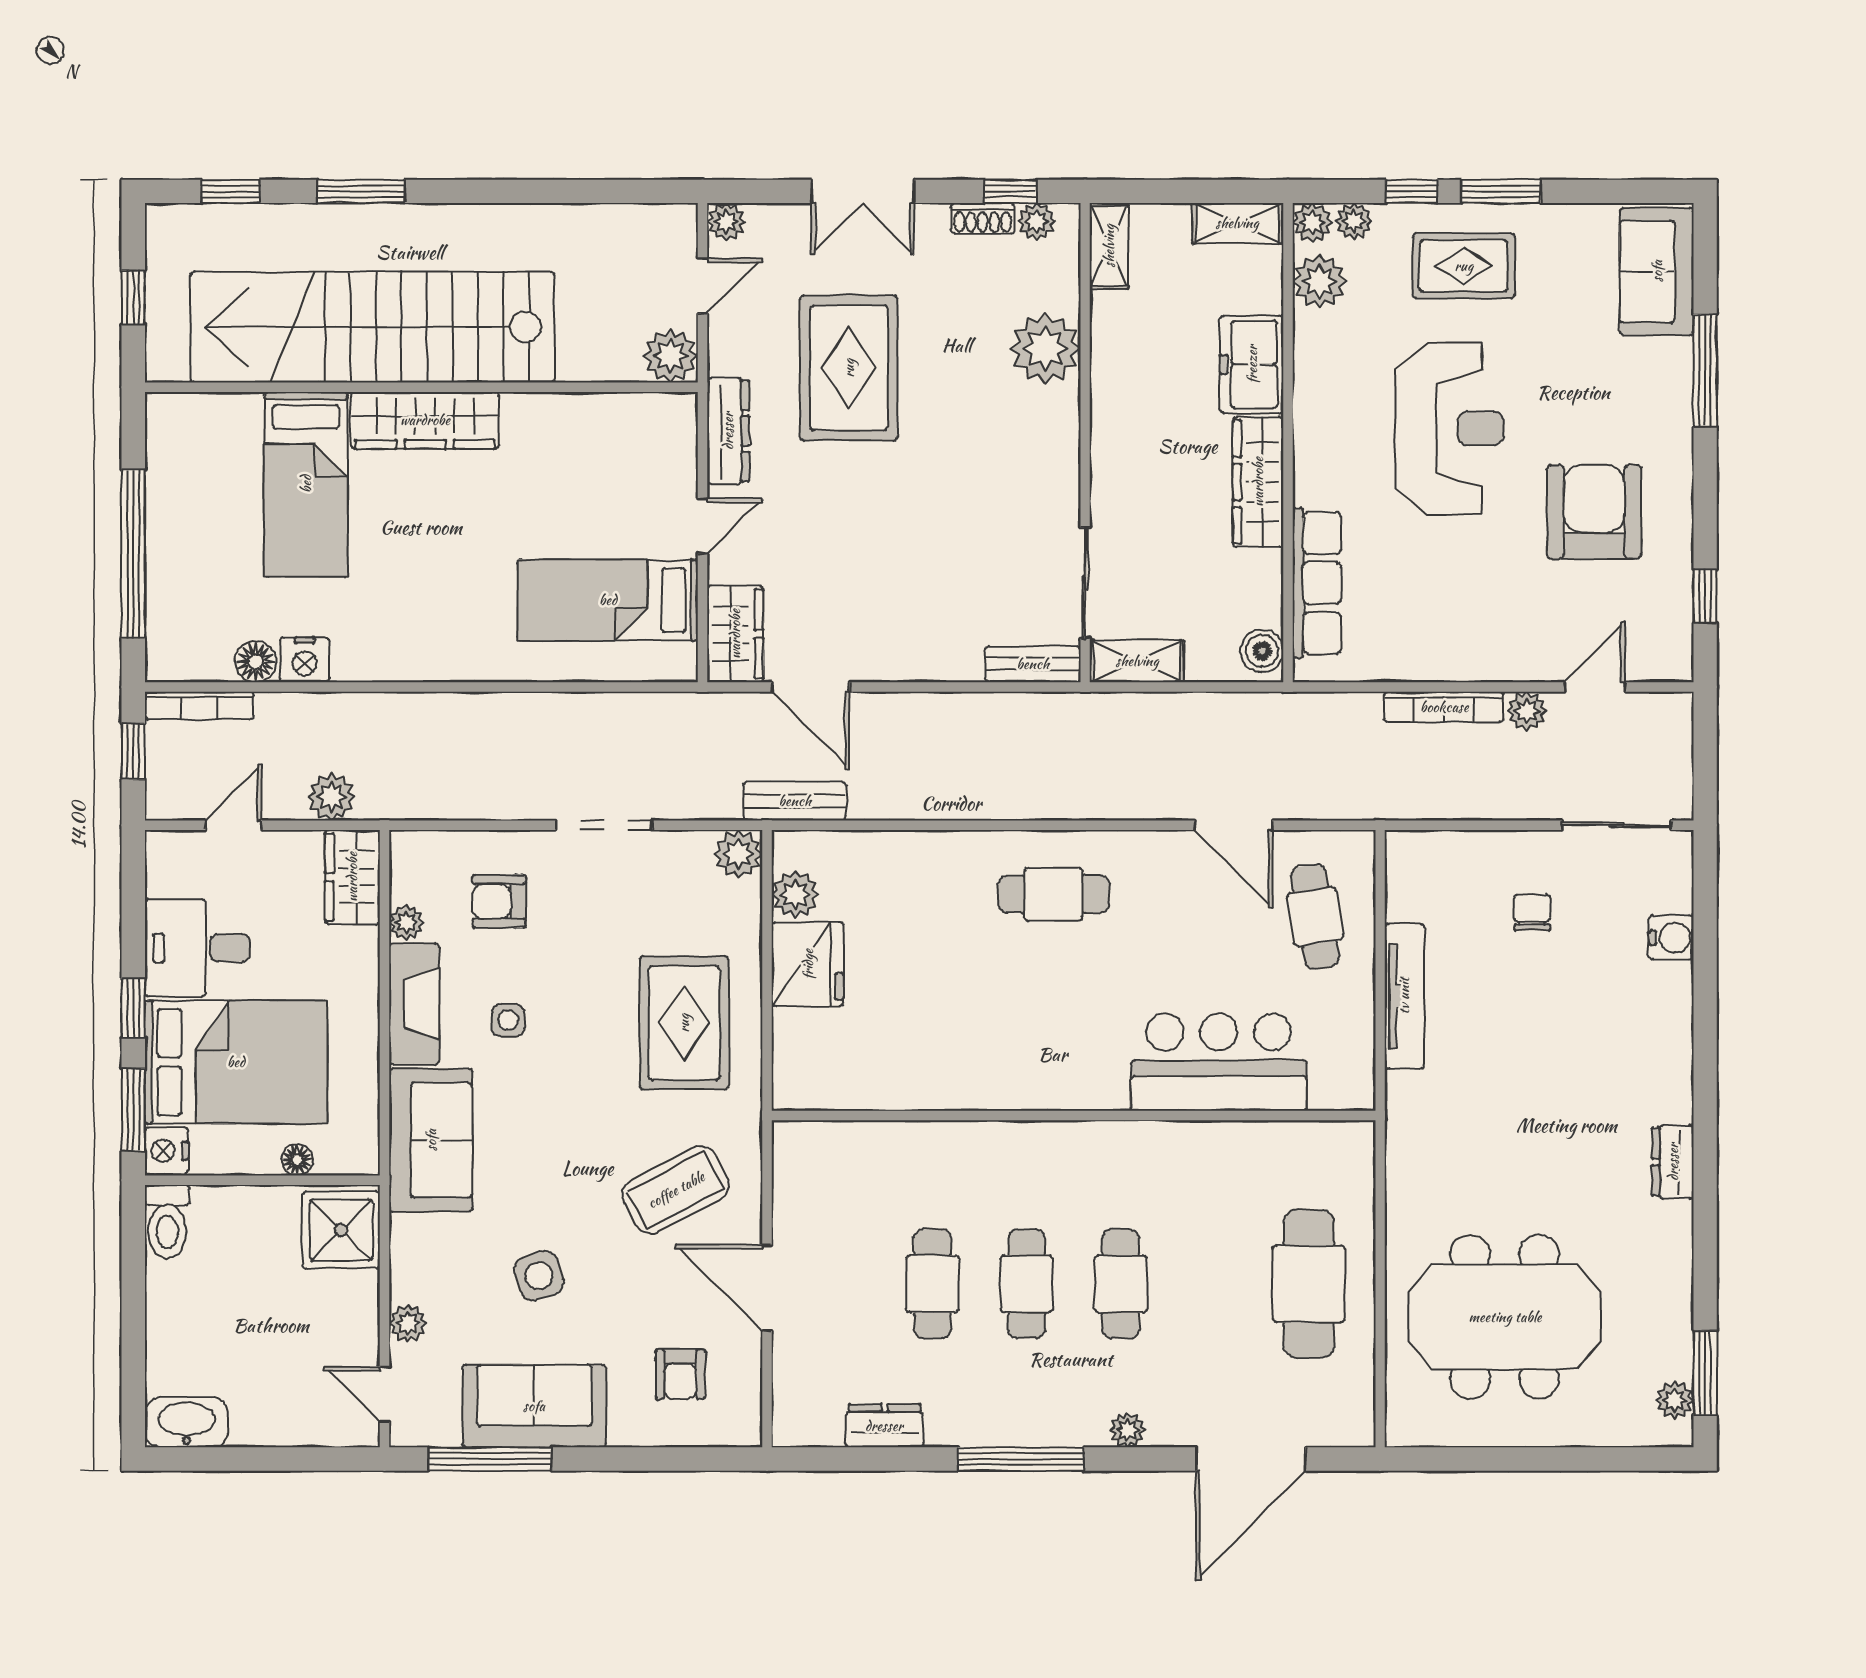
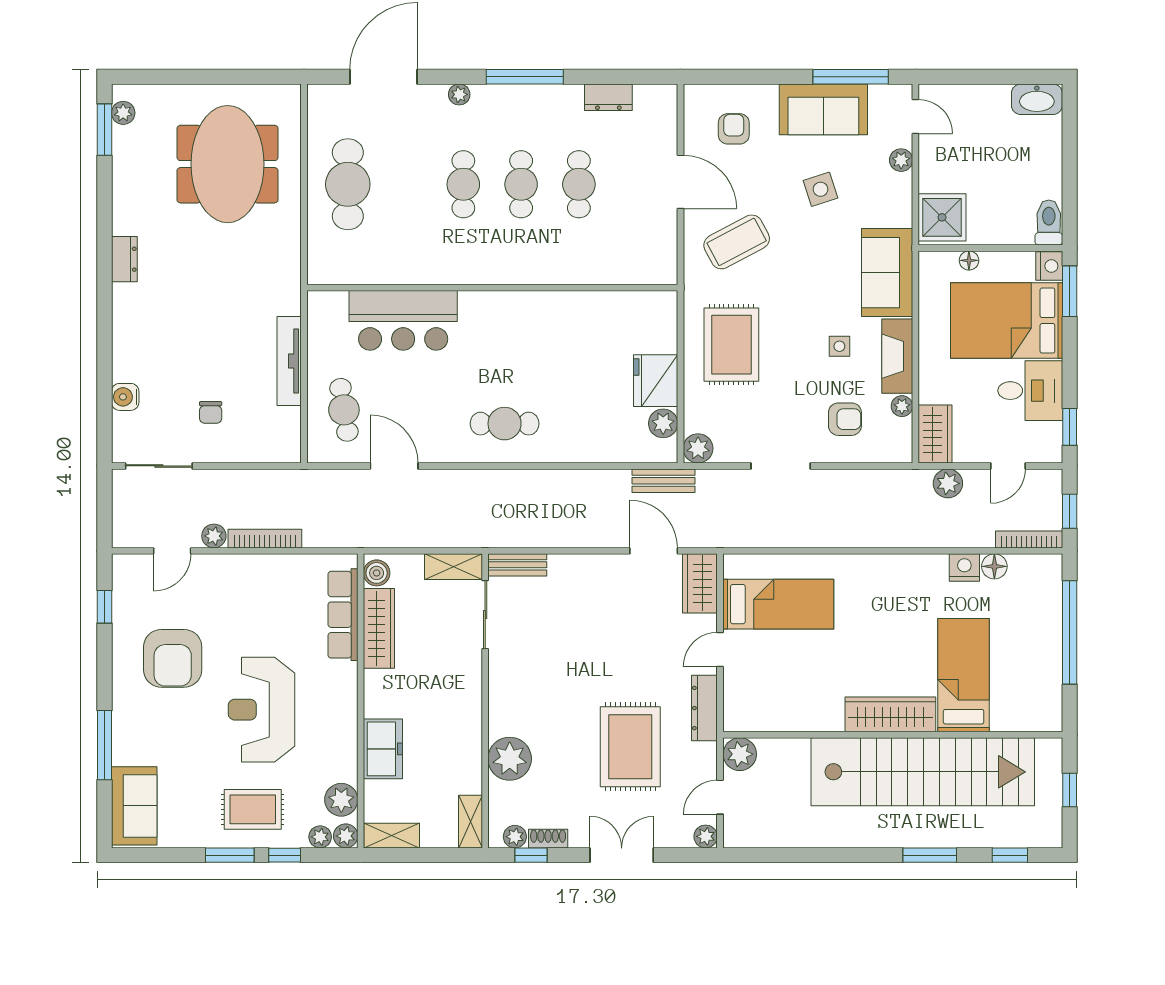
wardrobe: (1258, 482) -> (379, 628), moved
window: (133, 1008) -> (1070, 427), moved
meeting table: (1505, 1317) -> (228, 164), turned 90

